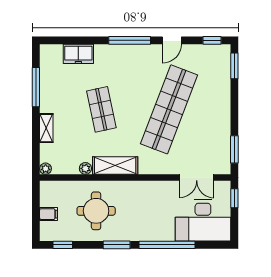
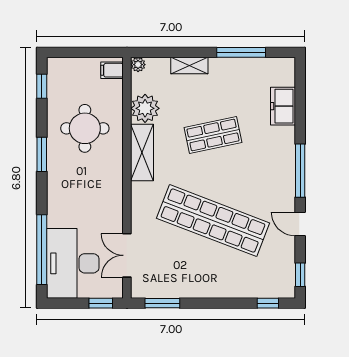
window: (234, 66) -> (268, 303), width x0.67
plant: (85, 168) -> (145, 108), width x1.87, depth x1.87
filing cabinet: (49, 214) -> (112, 70), moved, turned 90
window: (167, 245) -> (42, 250), moved

